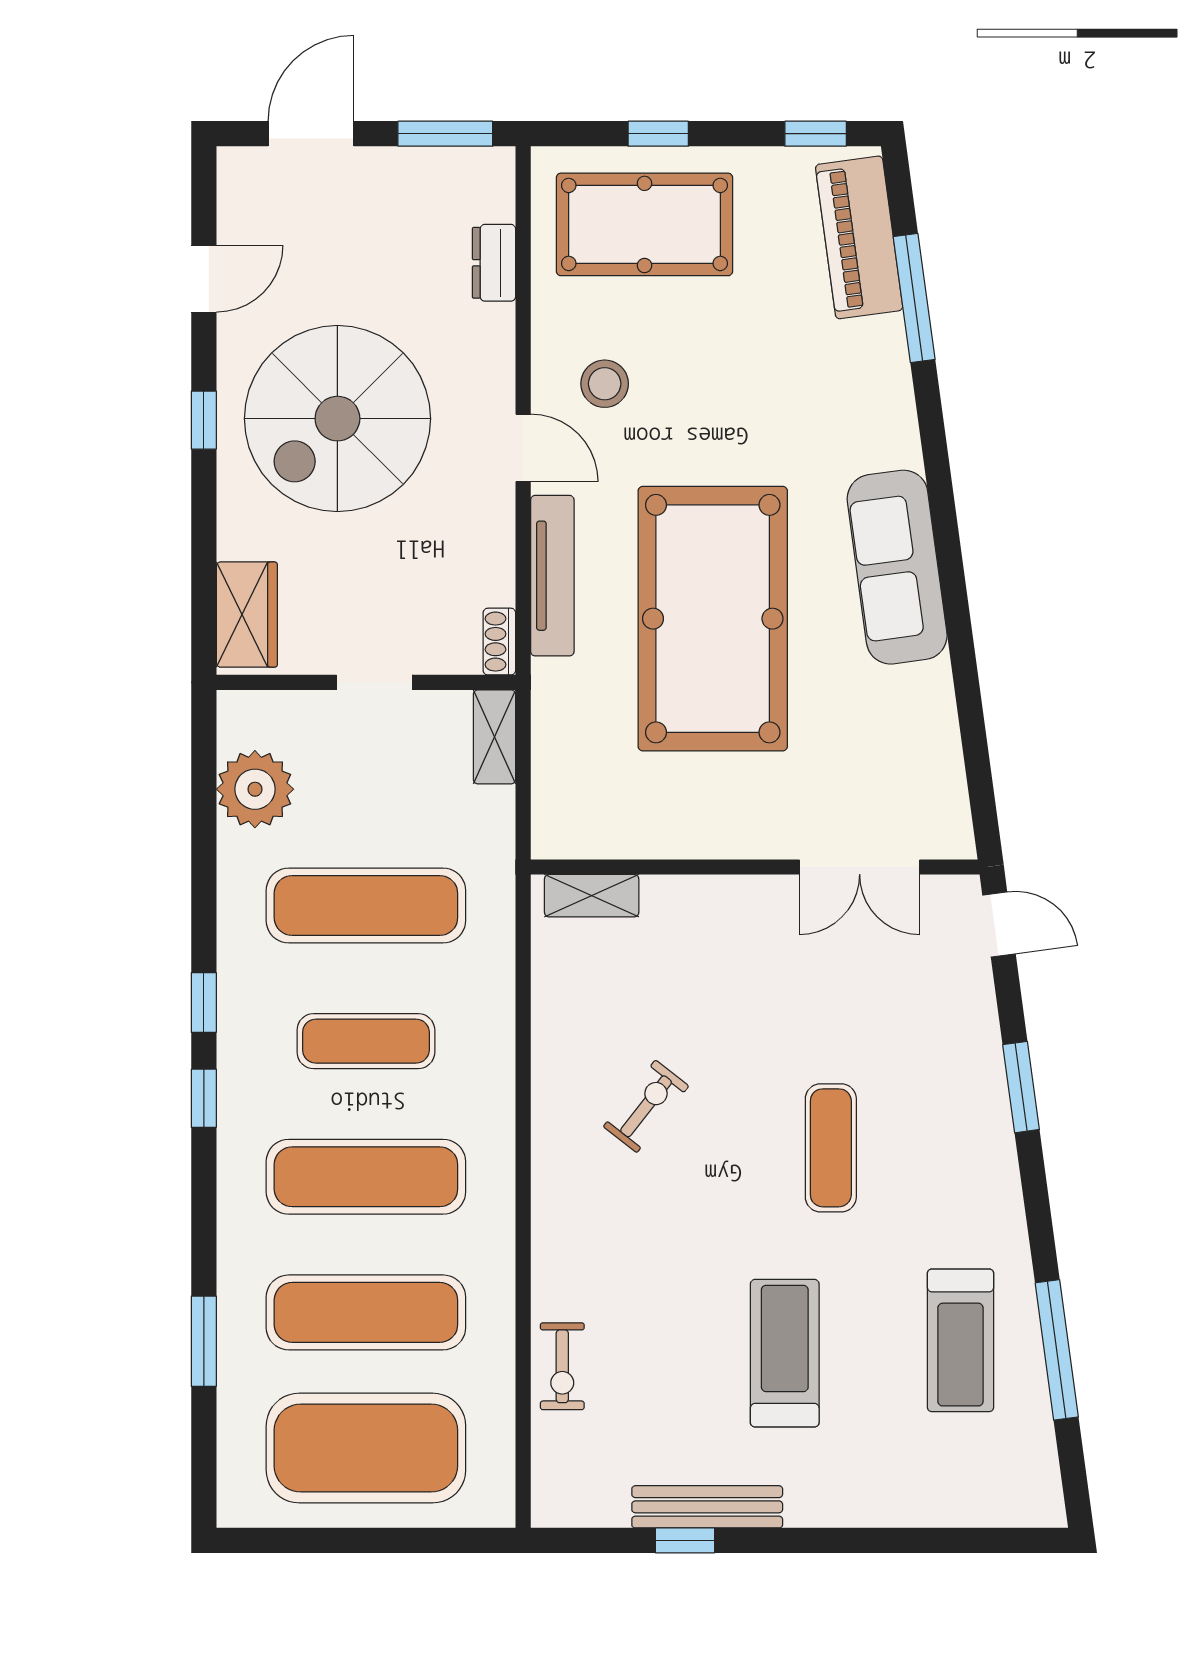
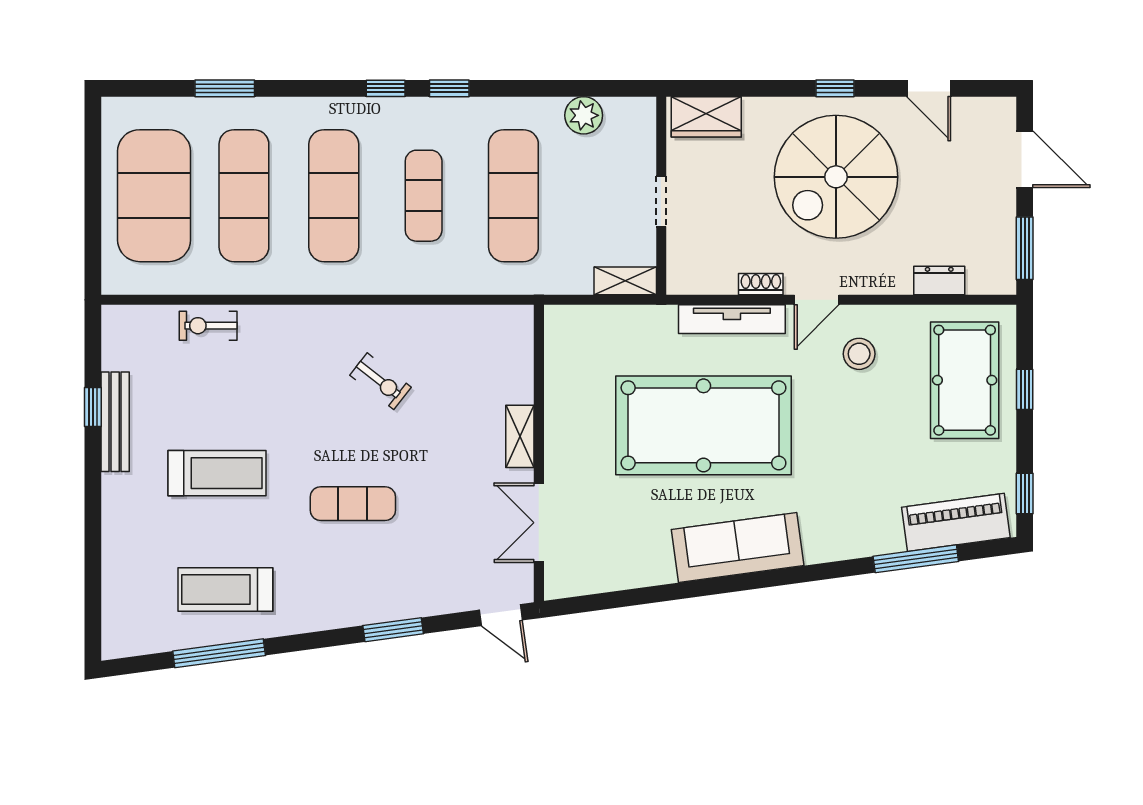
spiral stairs: (337, 419) -> (836, 177), turned -90
shoe rack: (499, 642) -> (761, 284), moved
plant: (255, 789) -> (584, 115), width x0.73, depth x0.73
shelving: (592, 896) -> (520, 436), moved
door: (999, 925) -> (501, 615), hinge flipped

